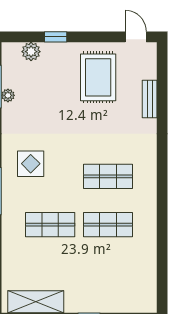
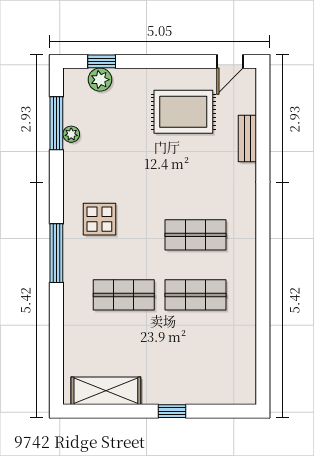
window: (56, 37) -> (102, 61), moved
door: (136, 37) -> (230, 61), swing flipped
rug: (98, 77) -> (183, 112), turned 90

